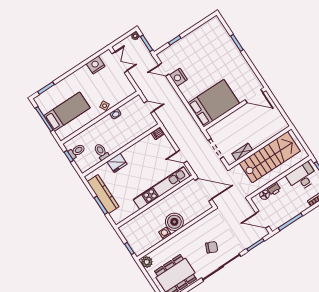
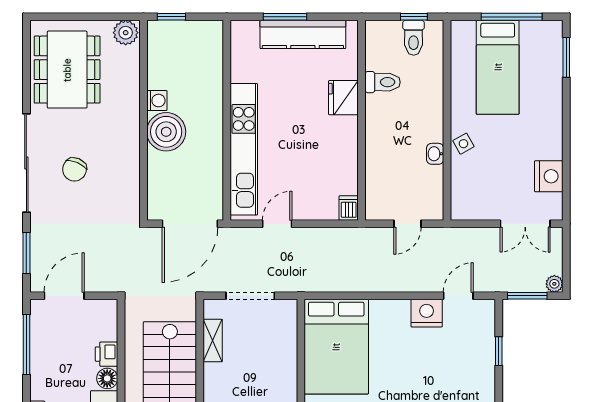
floor lamp: (265, 195) -> (107, 378), moved

